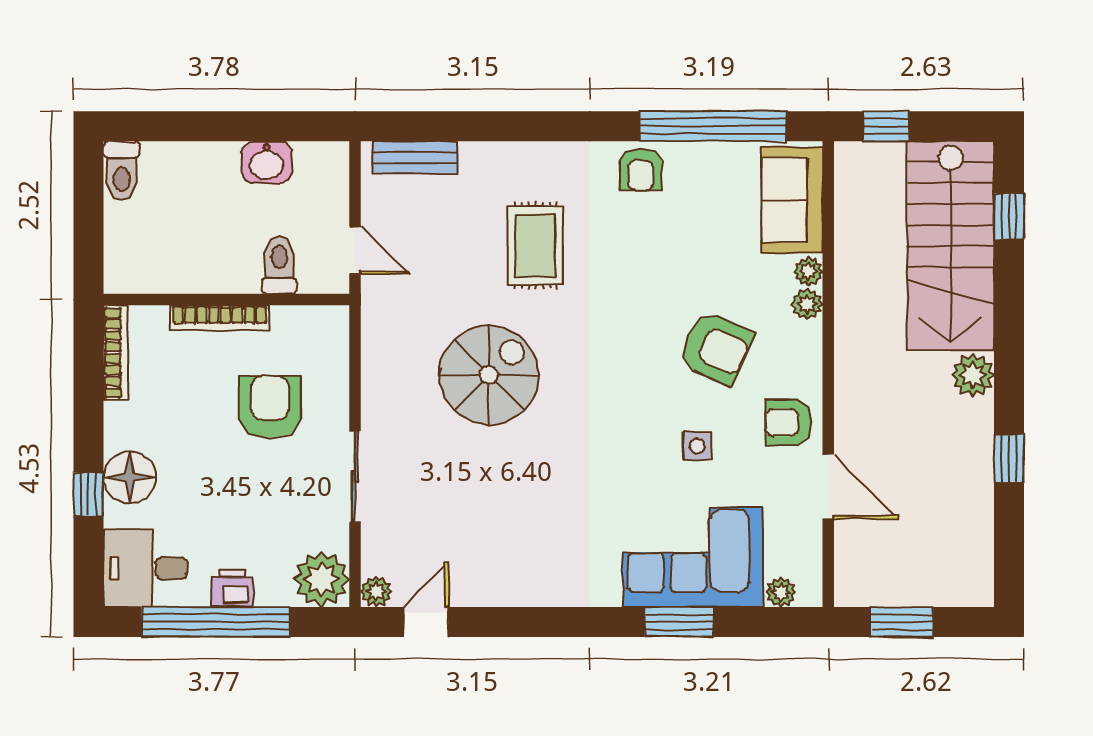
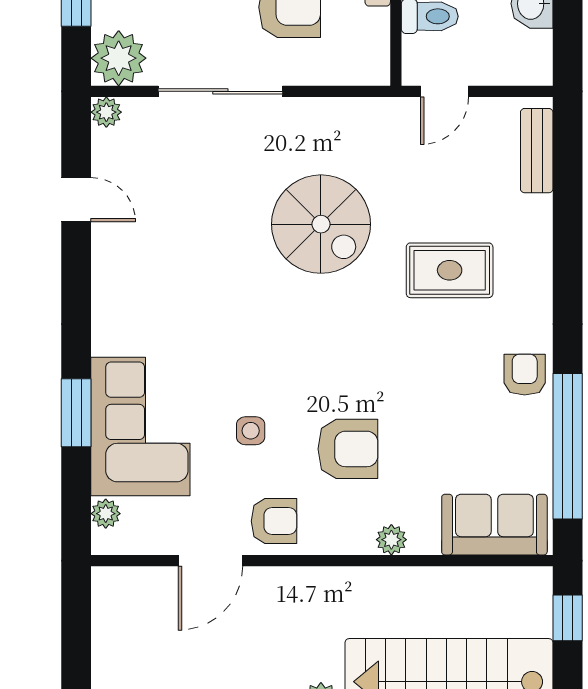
armchair: (641, 170) -> (525, 375), turned 90
plant: (808, 271) -> (424, 541), removed
armchair: (716, 348) -> (348, 449), turned -114
armchair: (788, 422) -> (274, 521), turned 90
sliding door: (355, 476) -> (220, 91), width x1.37
door: (426, 622) -> (76, 200), moved
window: (902, 622) -> (76, 633), removed

